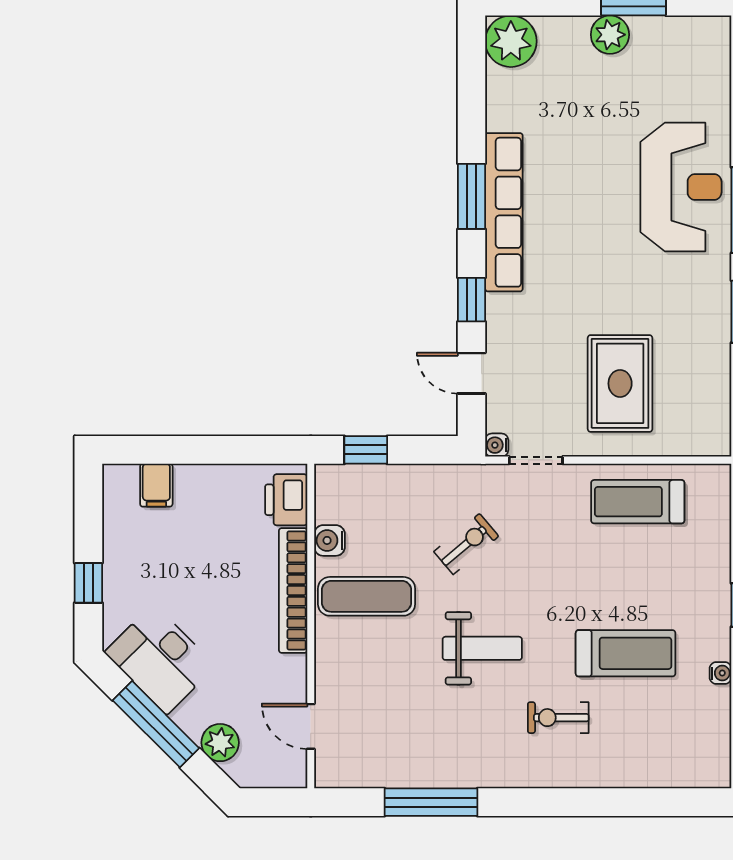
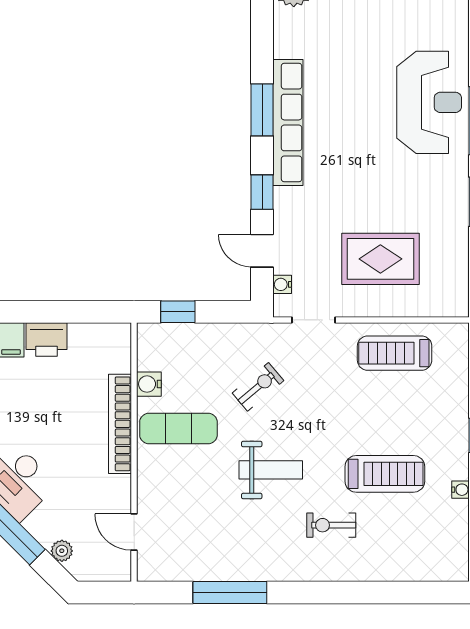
rug: (620, 383) -> (380, 259), turned 90
water cooler: (497, 445) -> (282, 284), moved
printer: (286, 500) -> (46, 340), moved, turned -90
plant: (220, 743) -> (62, 551), width x0.73, depth x0.73

